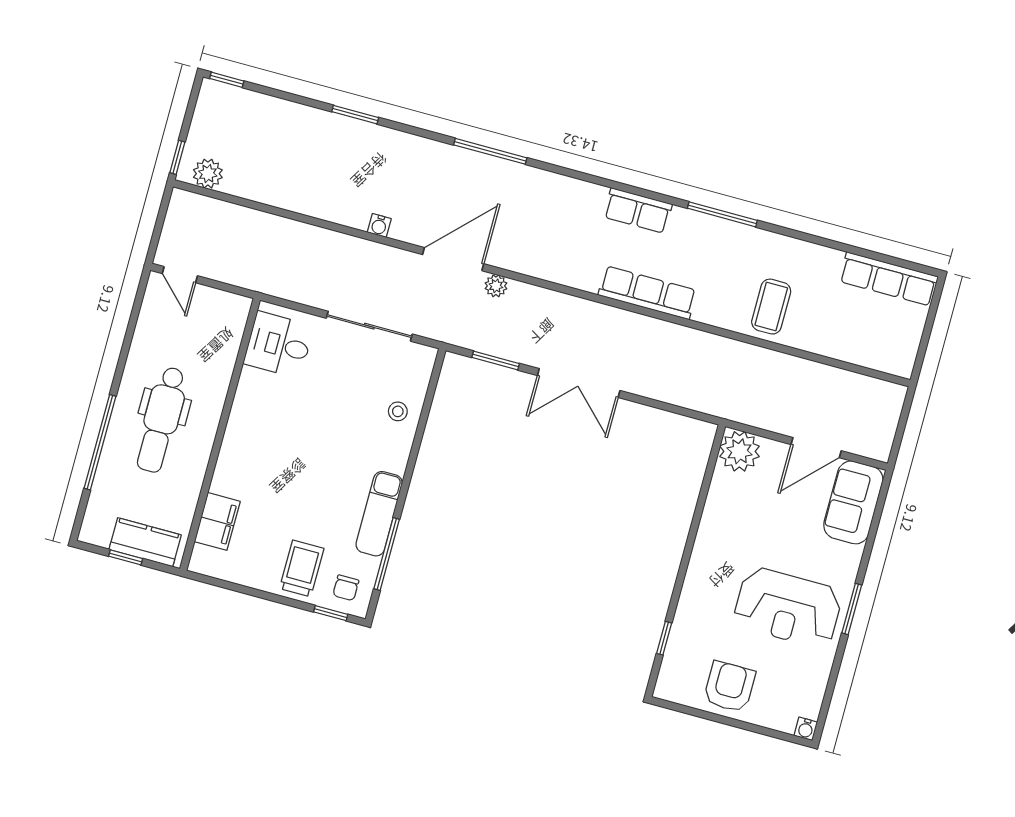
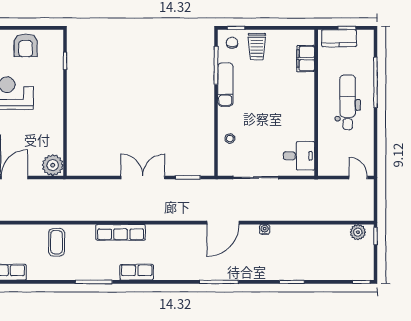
plant: (496, 286) -> (198, 215), removed

